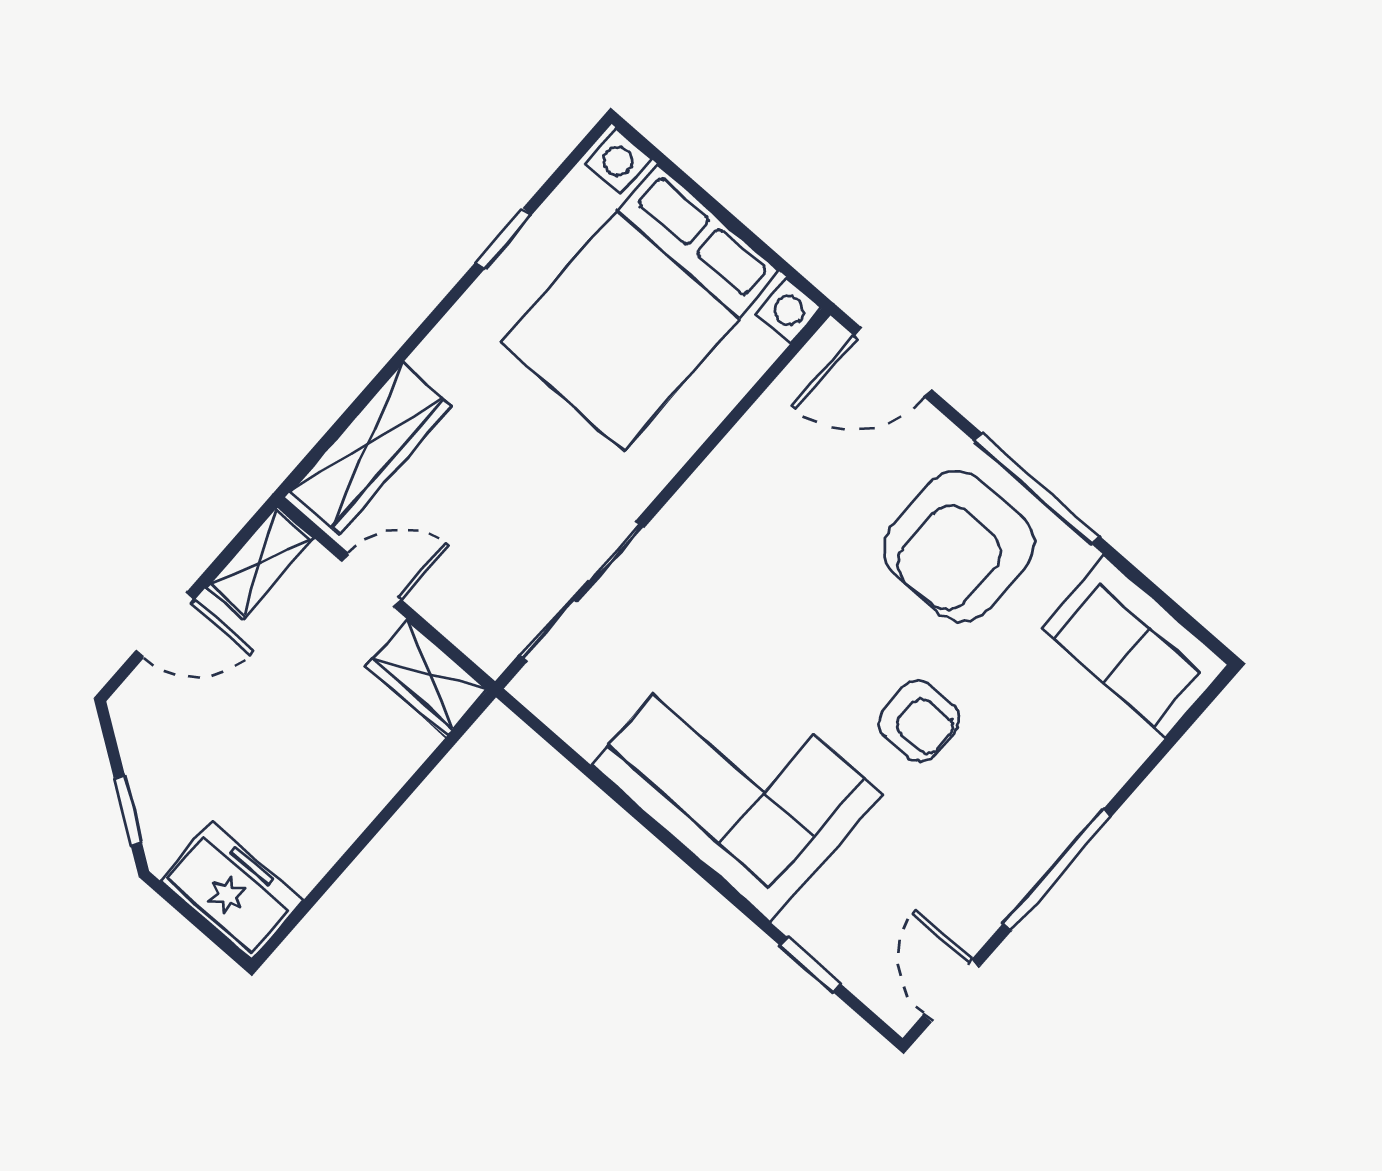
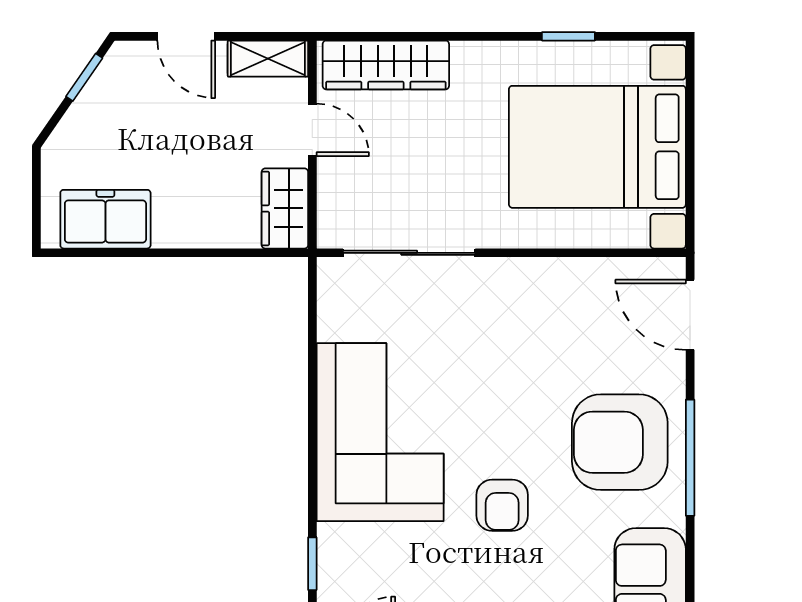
window: (128, 811) -> (84, 77), moved
freezer: (231, 890) -> (105, 219), moved, turned -90

